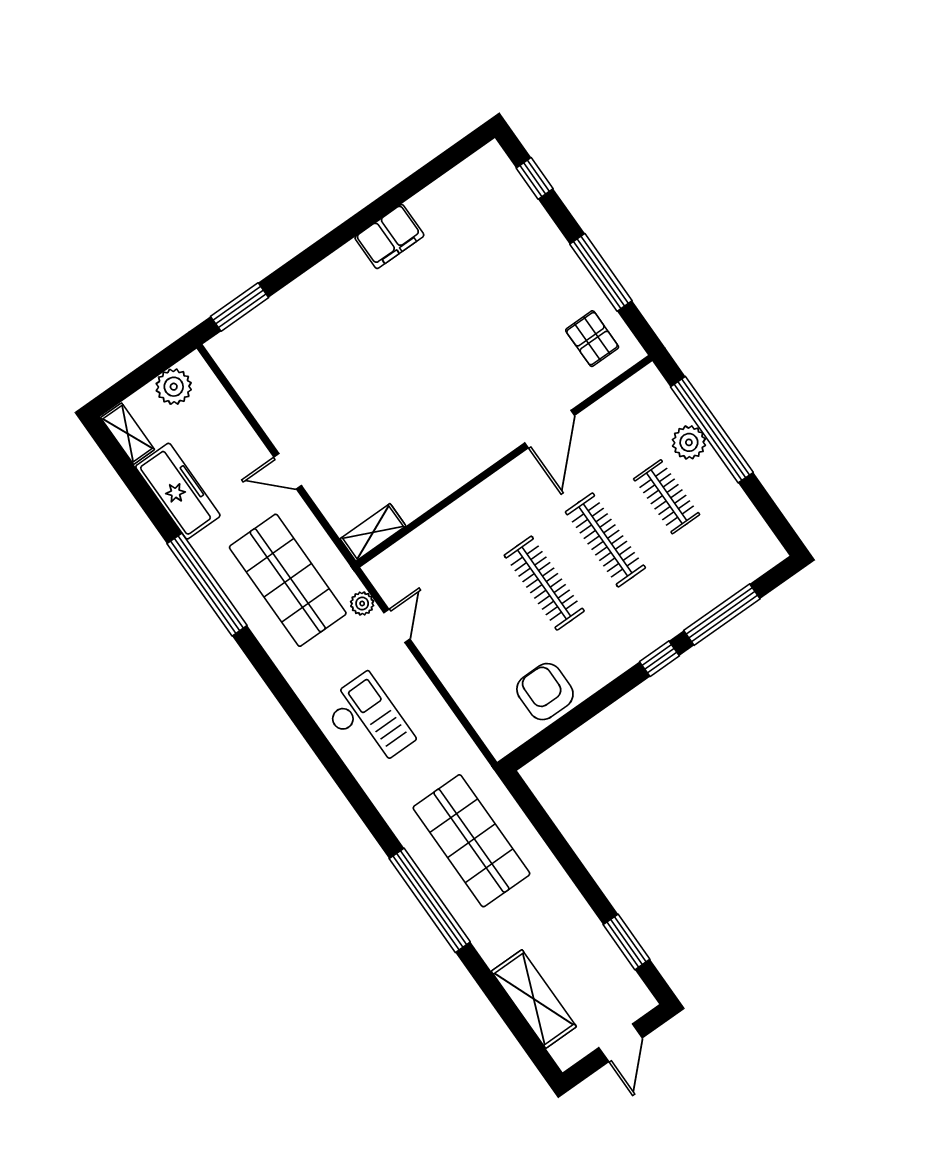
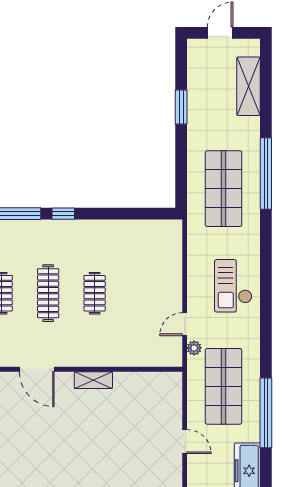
door: (550, 429) -> (37, 369), swing flipped
shelving: (373, 532) -> (93, 380), moved
clothes rail: (544, 583) -> (95, 293), width x0.73
armchair: (545, 692) -> (133, 238), removed
window: (627, 942) -> (181, 107), moved

